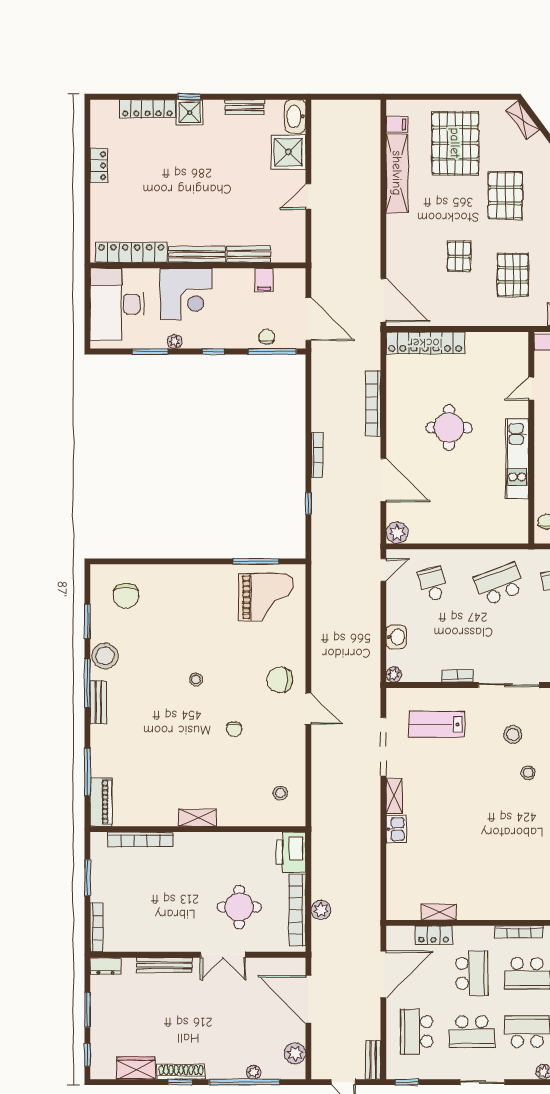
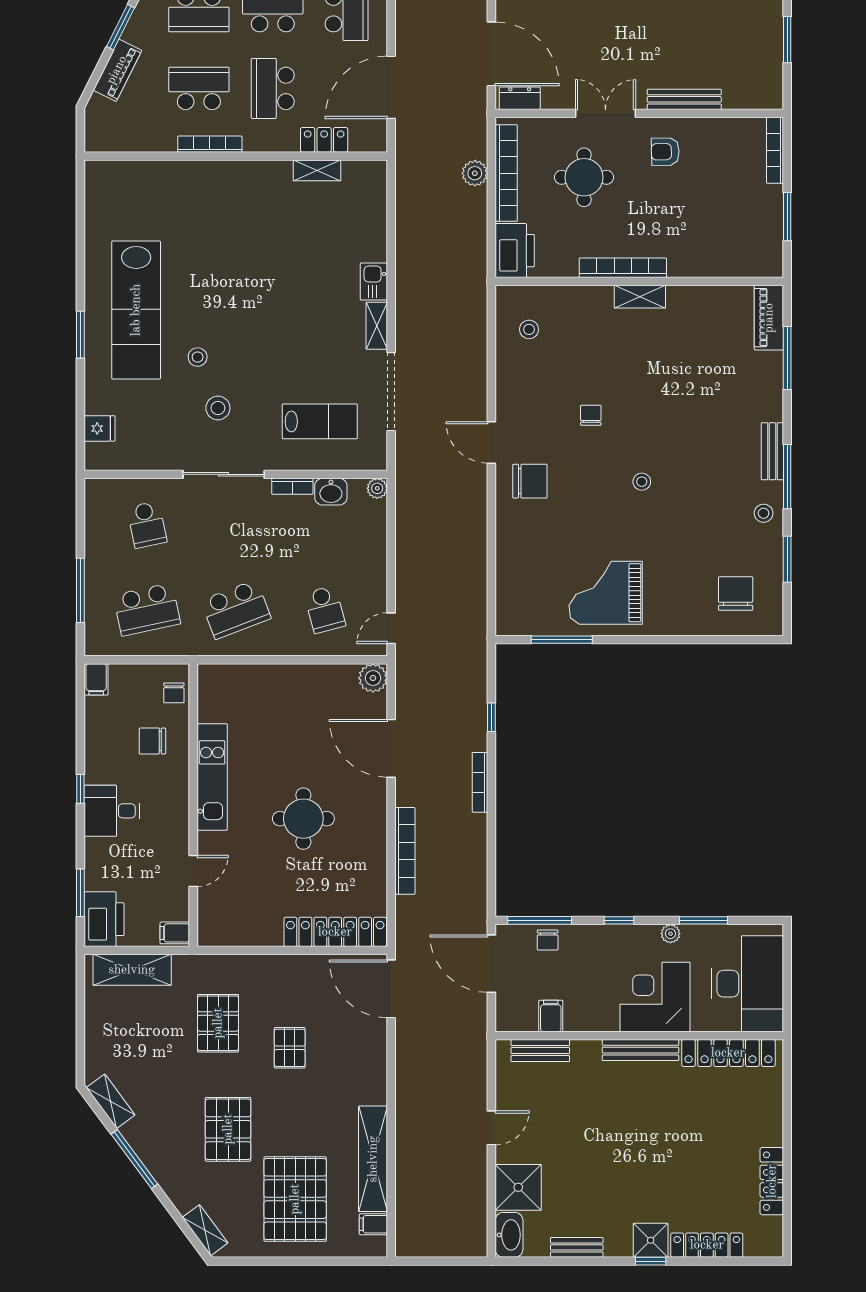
locker: (99, 166) -> (772, 1181), width x1.53
bench: (249, 254) -> (540, 1051), moved
grand piano: (266, 597) -> (606, 593), moved
washbasin: (396, 637) -> (331, 492), moved, turned -90
stool: (105, 656) -> (764, 513), width x0.53, depth x0.53
bookcase: (140, 839) -> (623, 268), moved
armchair: (178, 926) -> (665, 152), added
dresser: (105, 966) -> (520, 98), moved

